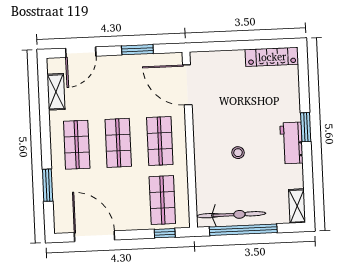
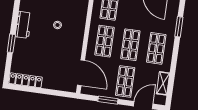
shop shelf: (116, 84) -> (125, 82), added
window: (306, 127) -> (11, 43), moved

